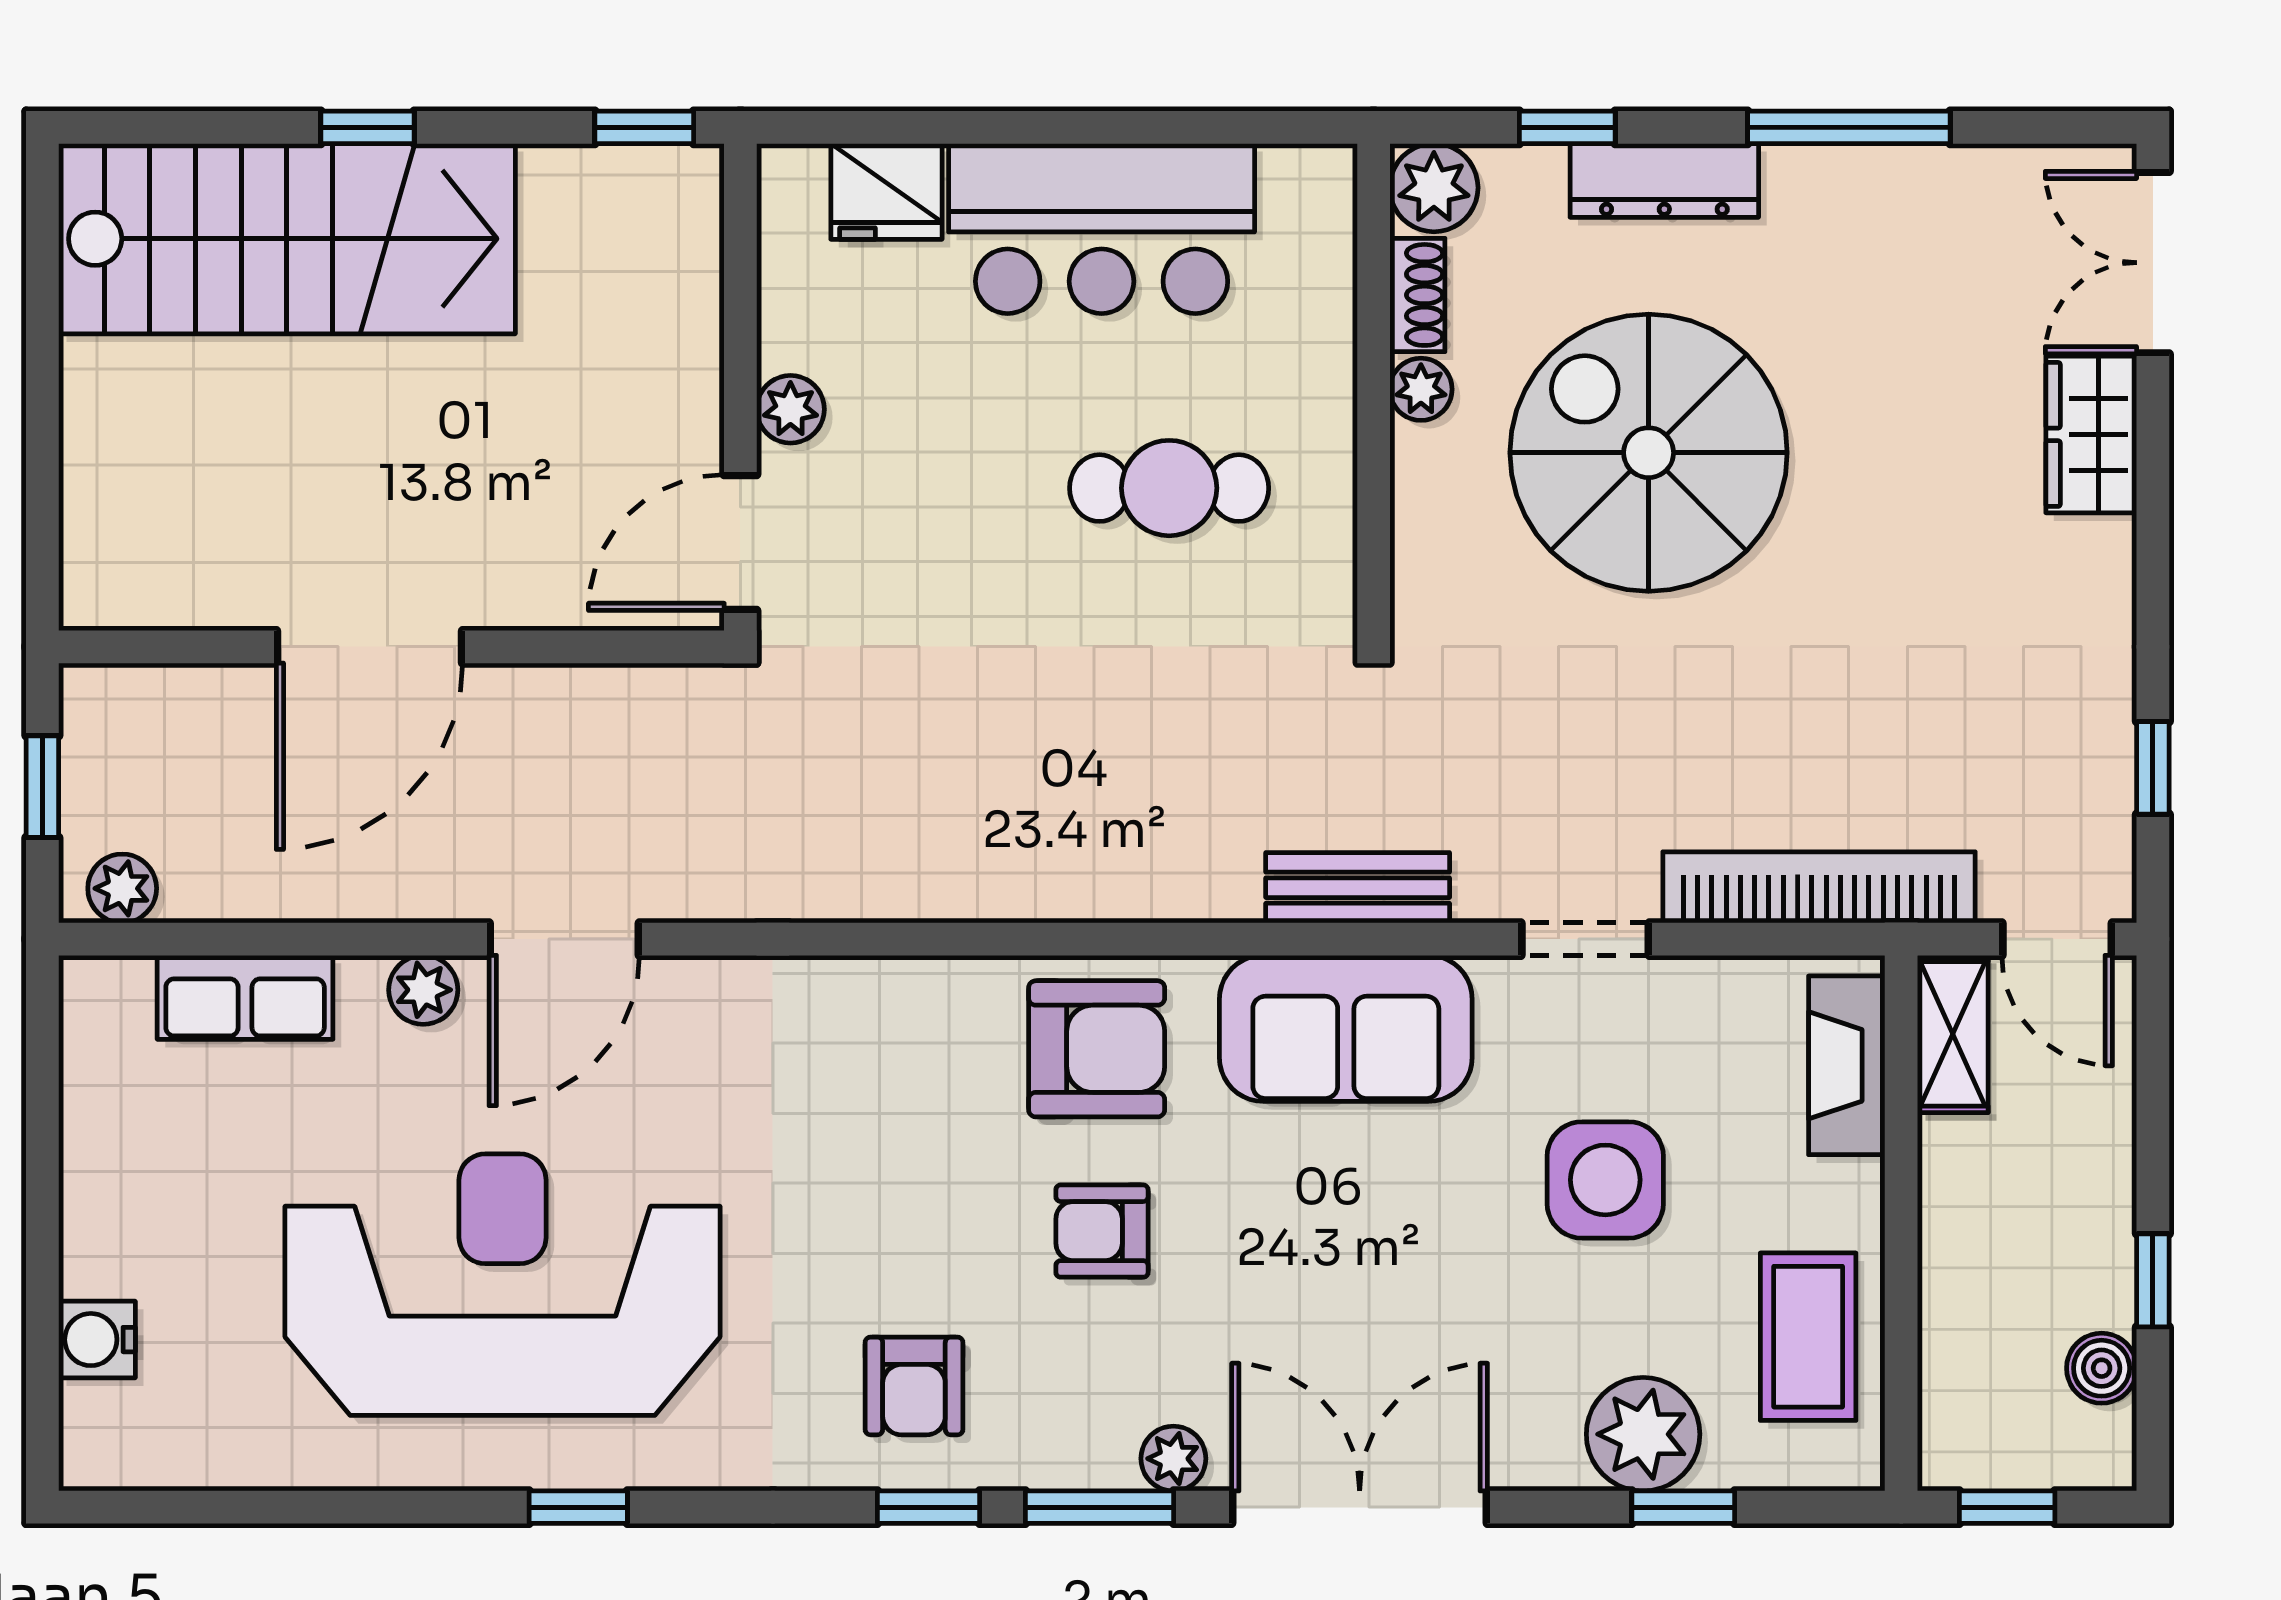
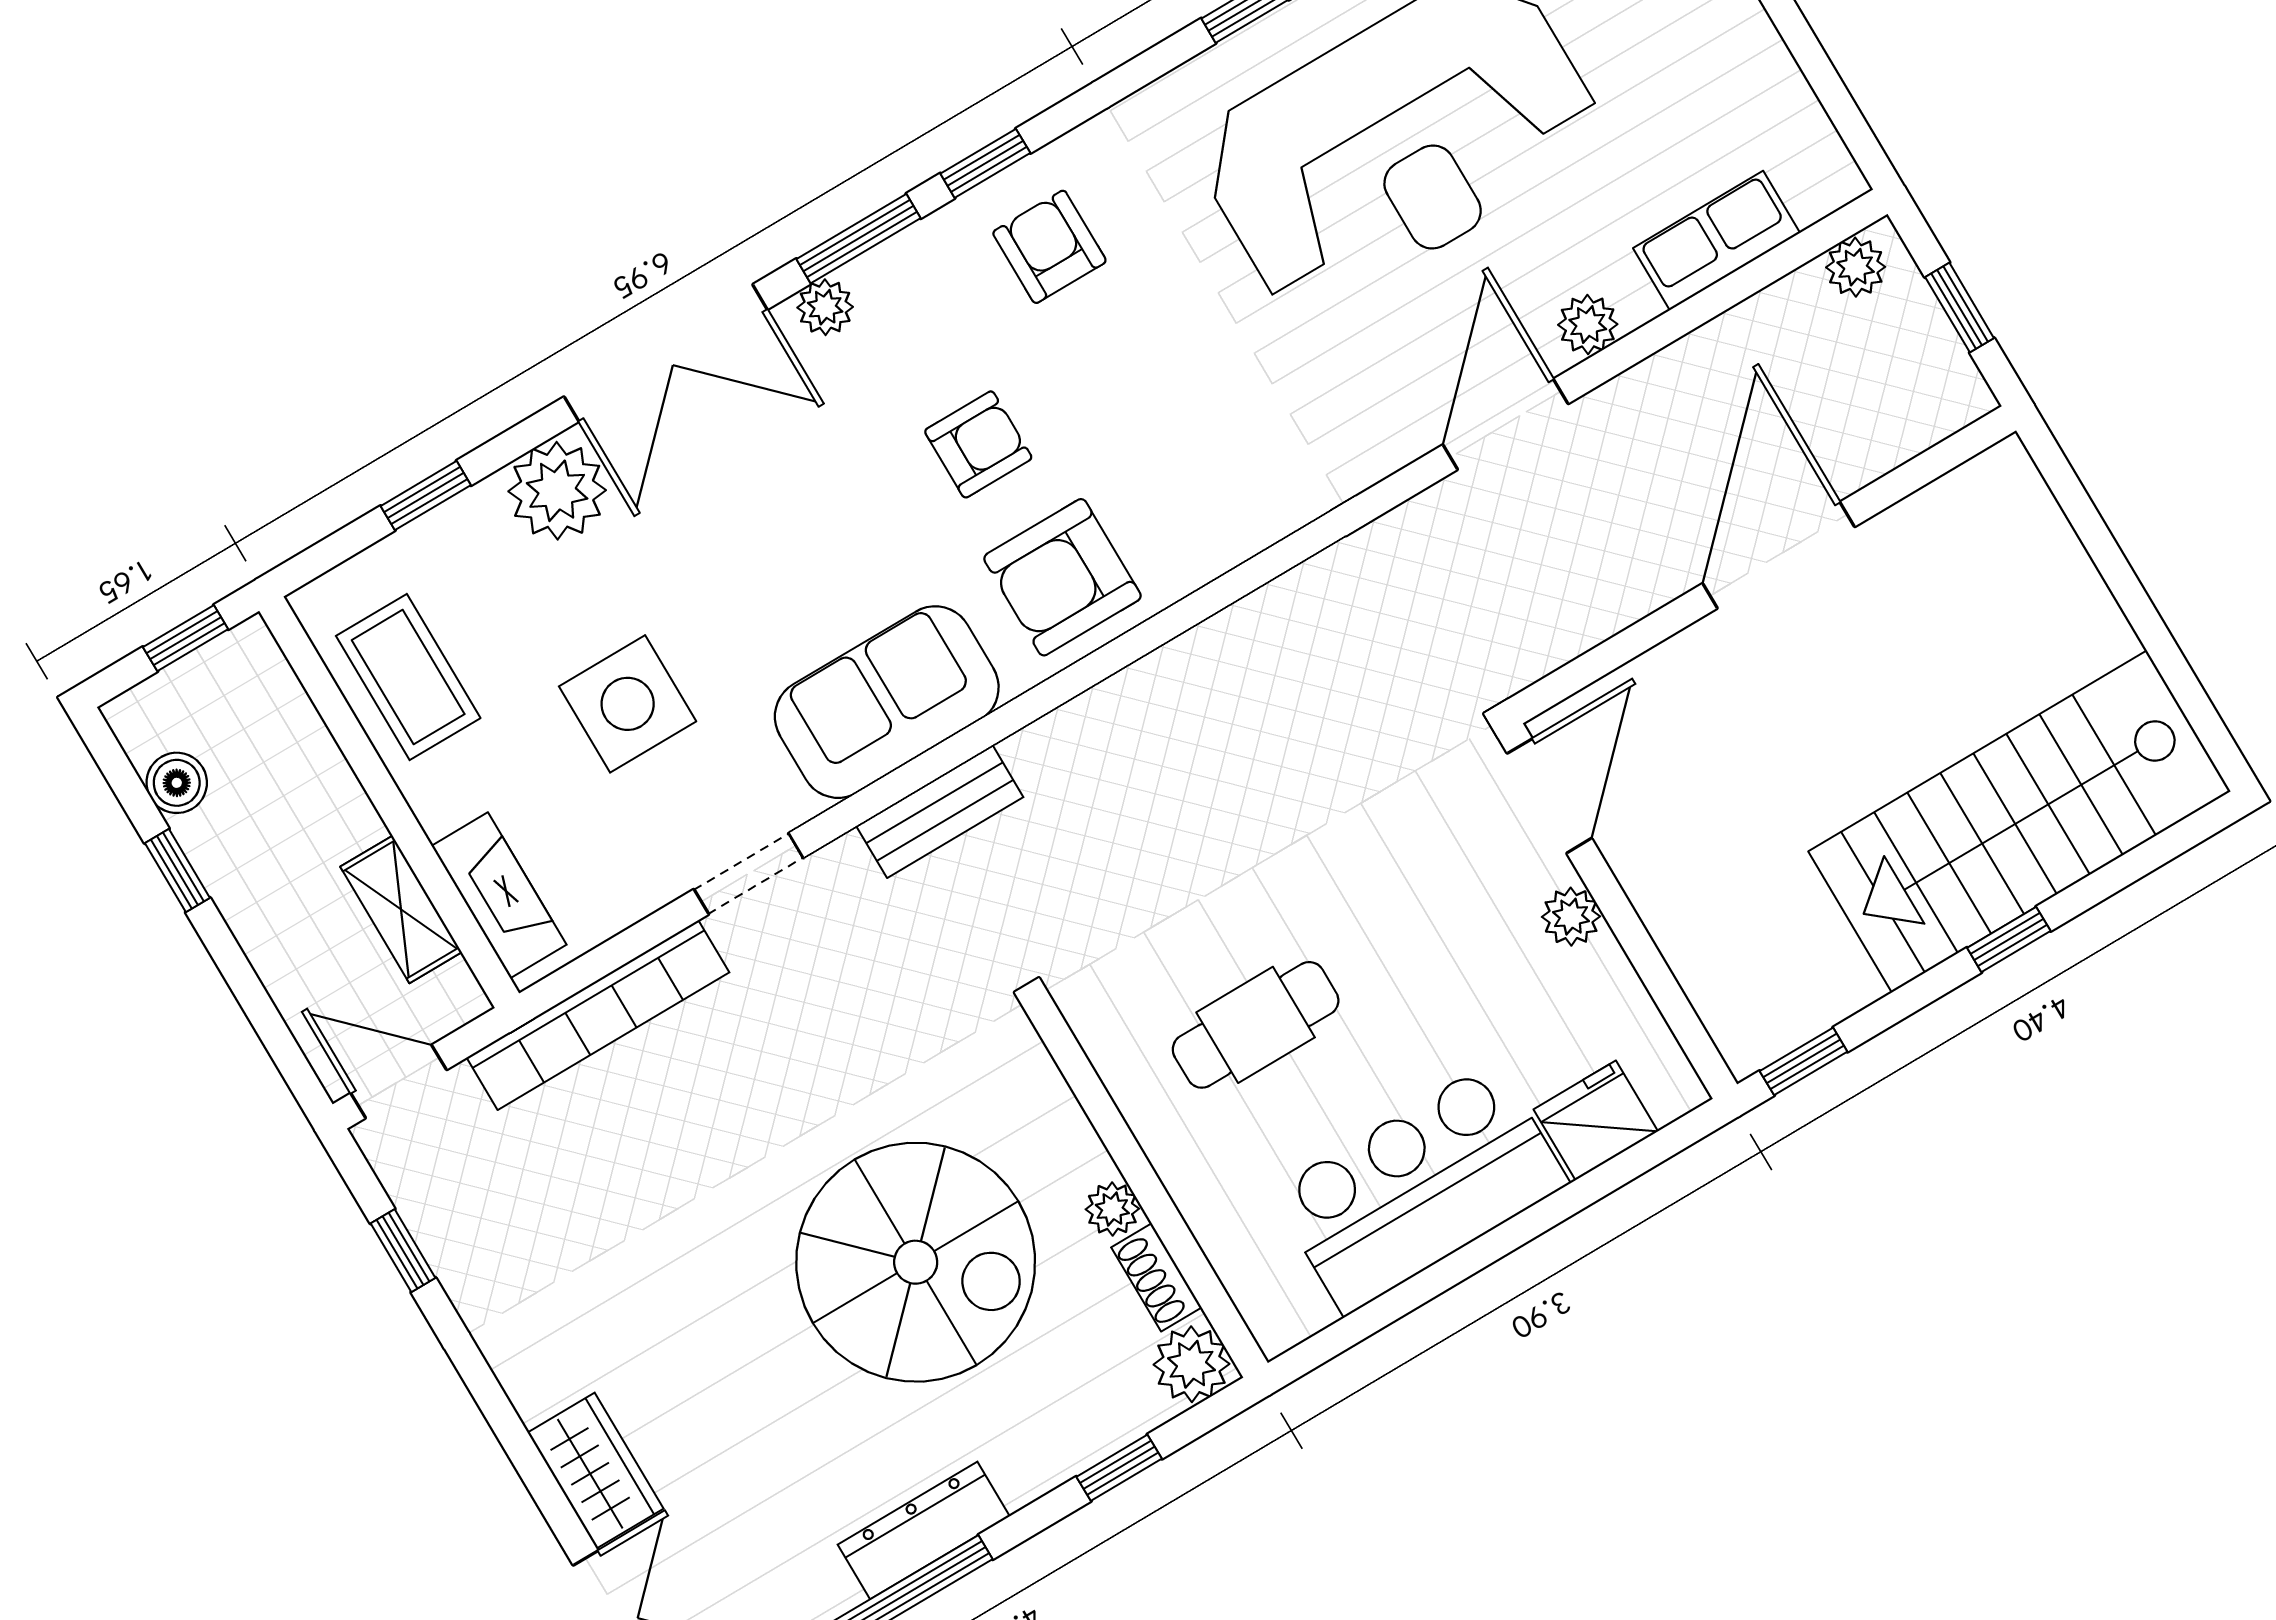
dresser: (1664, 180) -> (924, 1530), moved
shelving: (1953, 1034) -> (401, 909), moved
plant: (1643, 1434) -> (557, 491), moved

